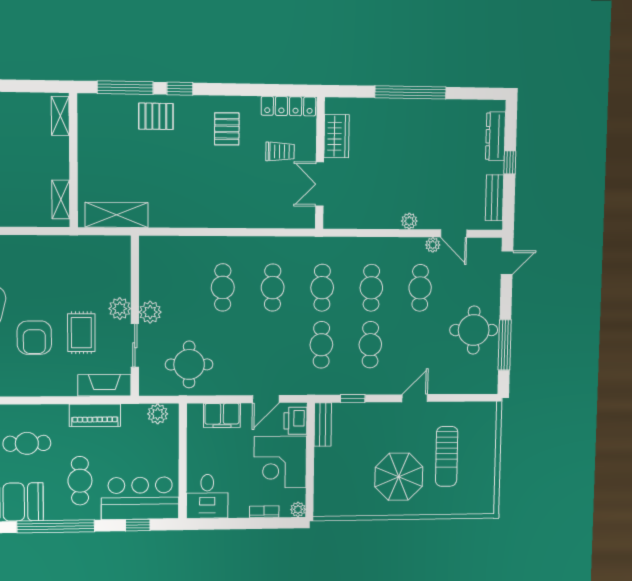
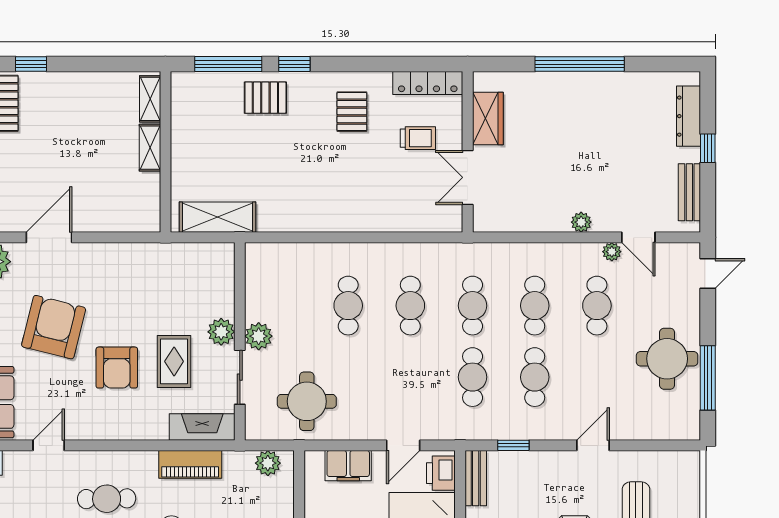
shelving: (61, 199) -> (150, 148), moved

